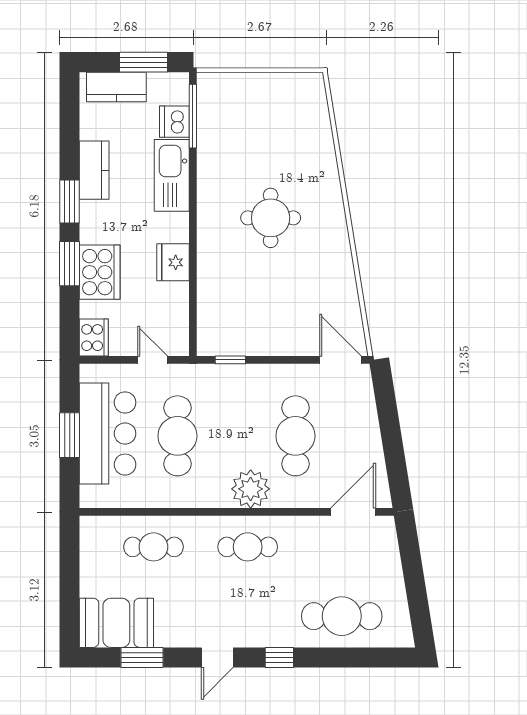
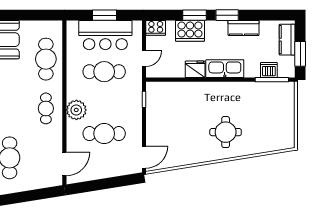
kitchen sink: (172, 175) -> (225, 69), moved
round table: (271, 218) -> (226, 132), moved
door: (353, 512) -> (64, 164), hinge flipped
cafe table: (153, 547) -> (46, 59), width x1.37, depth x1.35

